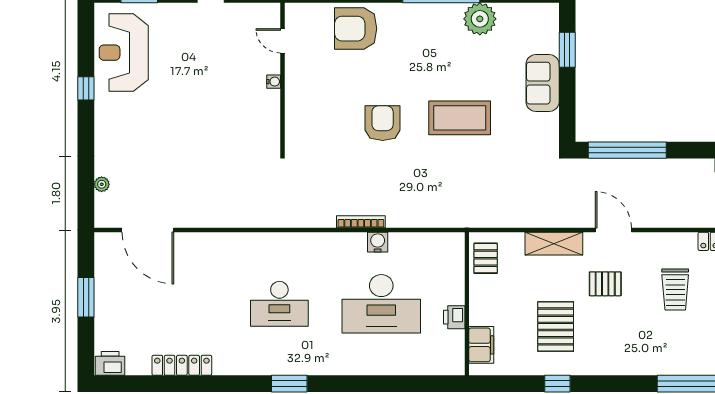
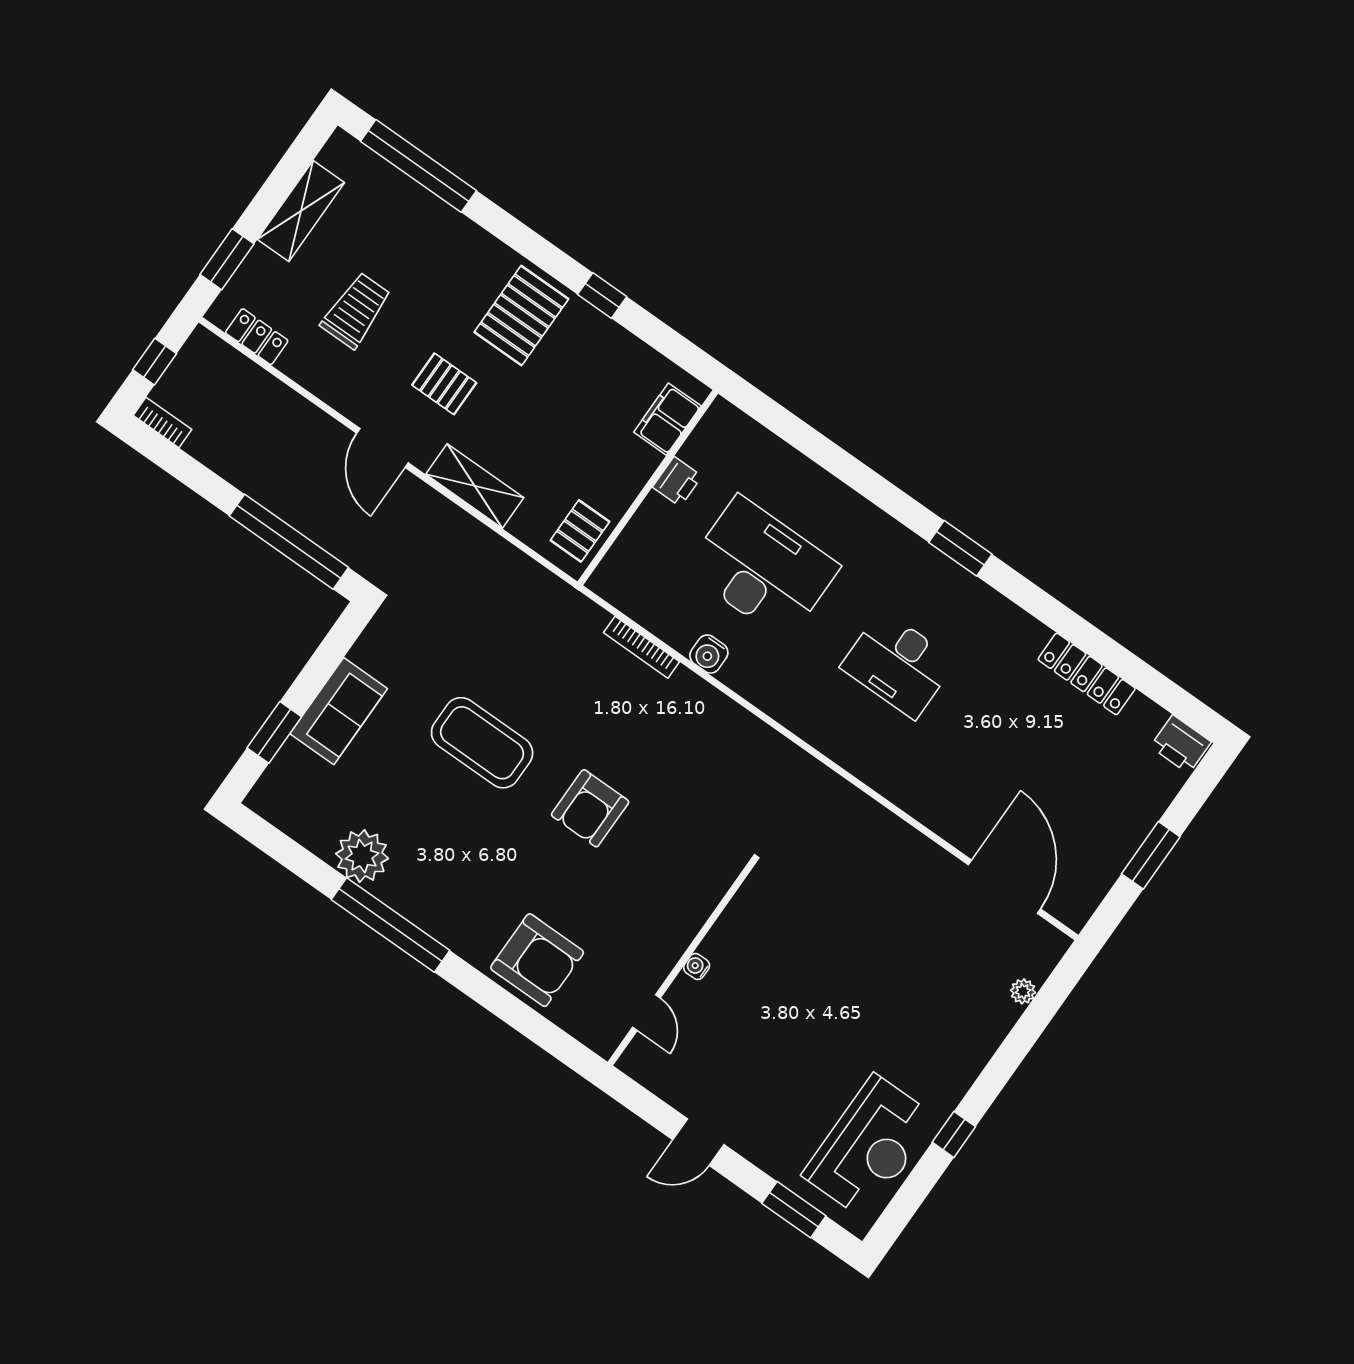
bookcase: (361, 222) -> (642, 647), moved
desk: (279, 304) -> (898, 664), turned 180
pallet: (556, 326) -> (521, 316), moved

